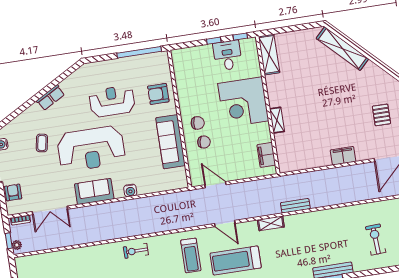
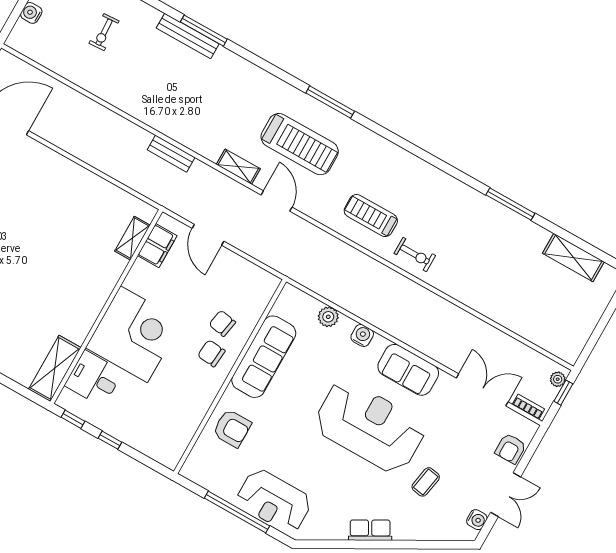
window: (139, 52) -> (237, 512), moved
desk: (227, 55) -> (94, 379), moved, turned 90
reception desk: (112, 101) -> (274, 501), moved
shelving: (277, 120) -> (132, 238), moved
filing cabinet: (343, 156) -> (62, 169), removed
door: (215, 185) -> (208, 235), moved
plant: (154, 186) -> (328, 317), added
shelving: (271, 223) -> (238, 167), moved
exercise bike: (376, 240) -> (104, 32), width x0.73, depth x0.72
treadmill: (191, 255) -> (371, 216), moved, turned -90

